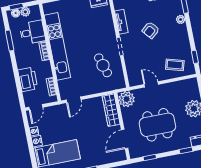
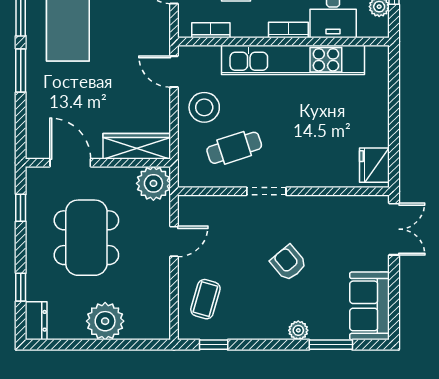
tv unit: (121, 22) -> (318, 205), removed
stool: (87, 83) -> (204, 107), added

